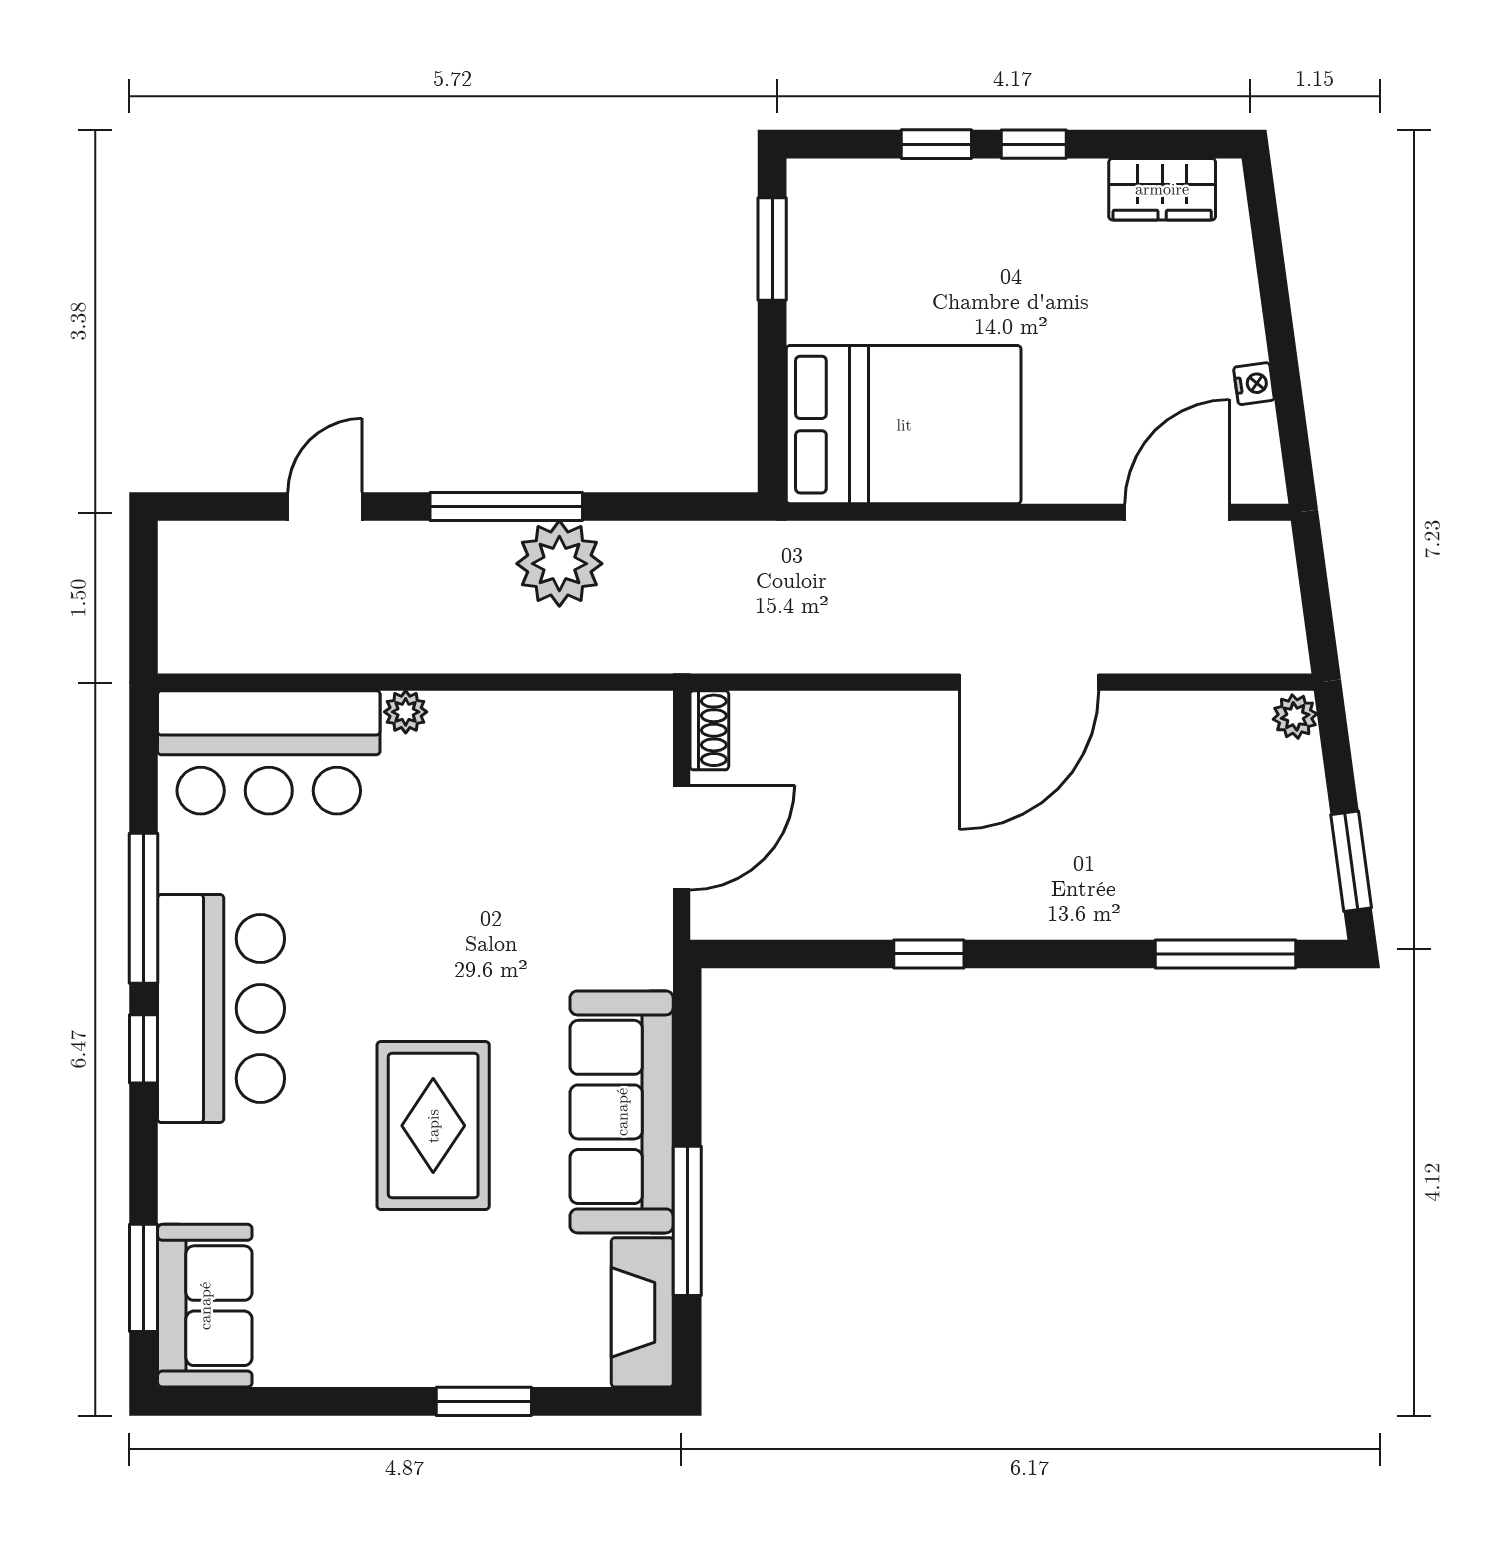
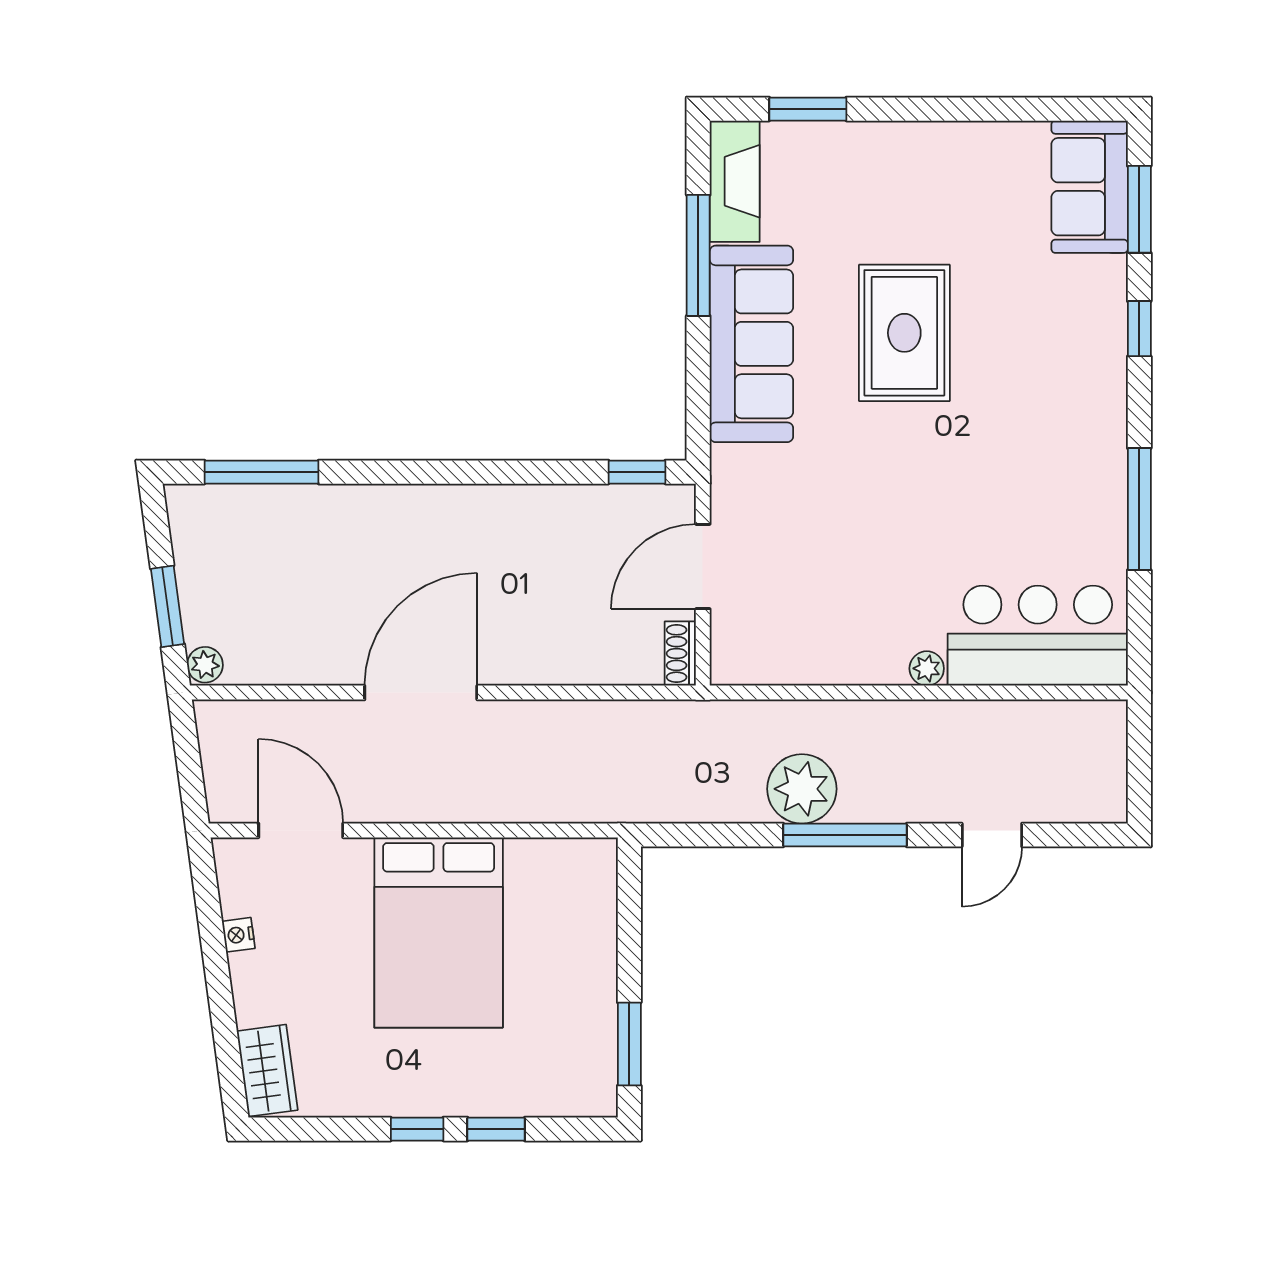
wardrobe: (1162, 189) -> (267, 1071), moved, turned 82
bed: (904, 425) -> (439, 932), moved, turned -90
door: (1177, 512) -> (301, 830), swing flipped
window: (1351, 861) -> (168, 606), moved
window: (929, 954) -> (637, 472), moved
bar counter: (221, 1008) -> (1076, 428), removed
window: (144, 1049) -> (1139, 329), moved
window: (484, 1401) -> (808, 109), moved

